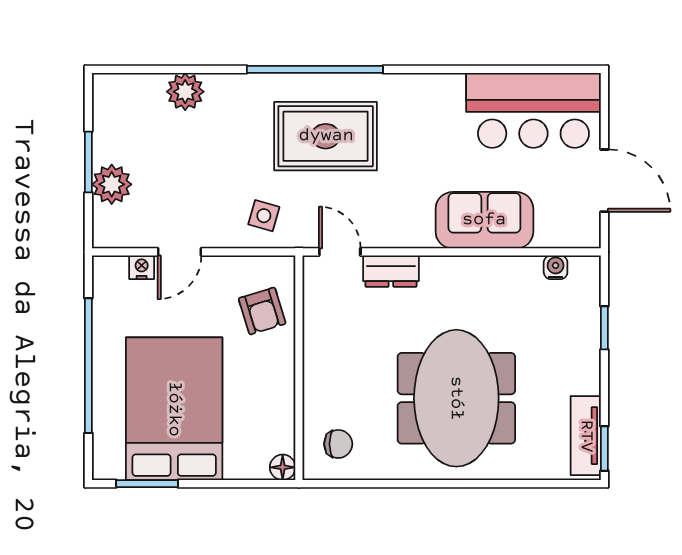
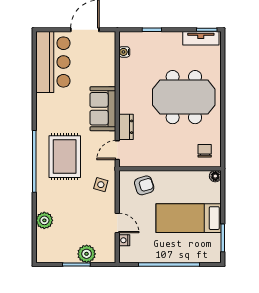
sofa: (484, 220) -> (103, 109), moved
bed: (174, 409) -> (189, 218), width x0.67

